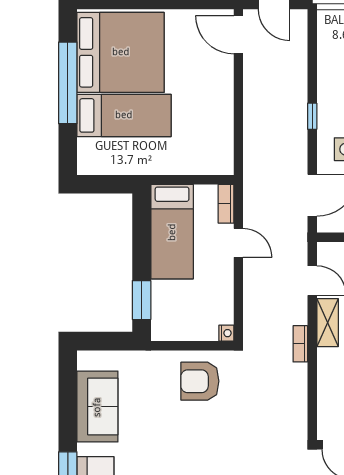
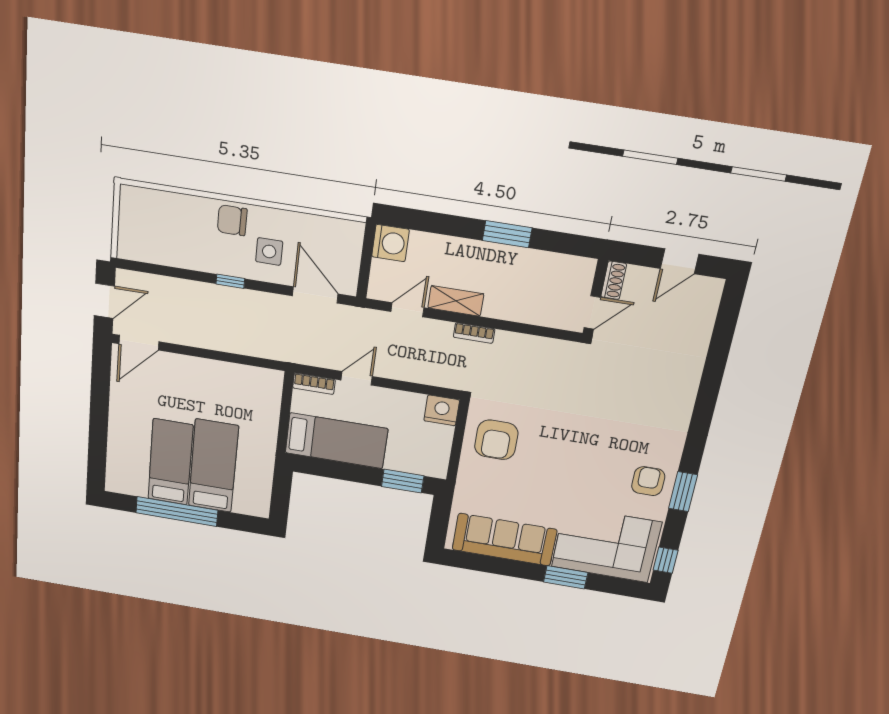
bed: (121, 52) -> (170, 462), width x0.49
nightstand: (226, 333) -> (442, 410), width x1.89, depth x1.79
sofa: (97, 407) -> (504, 540), width x1.36

